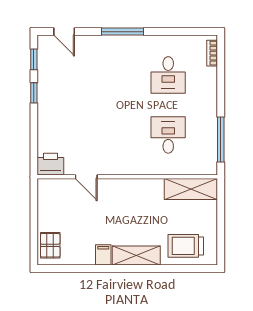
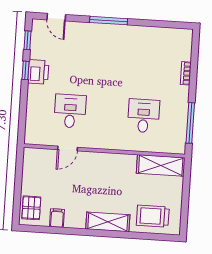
bookcase: (212, 53) -> (186, 73), moved
desk: (168, 75) -> (70, 111), moved, turned 180
printer: (50, 164) -> (38, 72), moved, turned 90
door: (86, 177) -> (68, 148), hinge flipped
filing cabinet: (103, 255) -> (57, 218), moved

